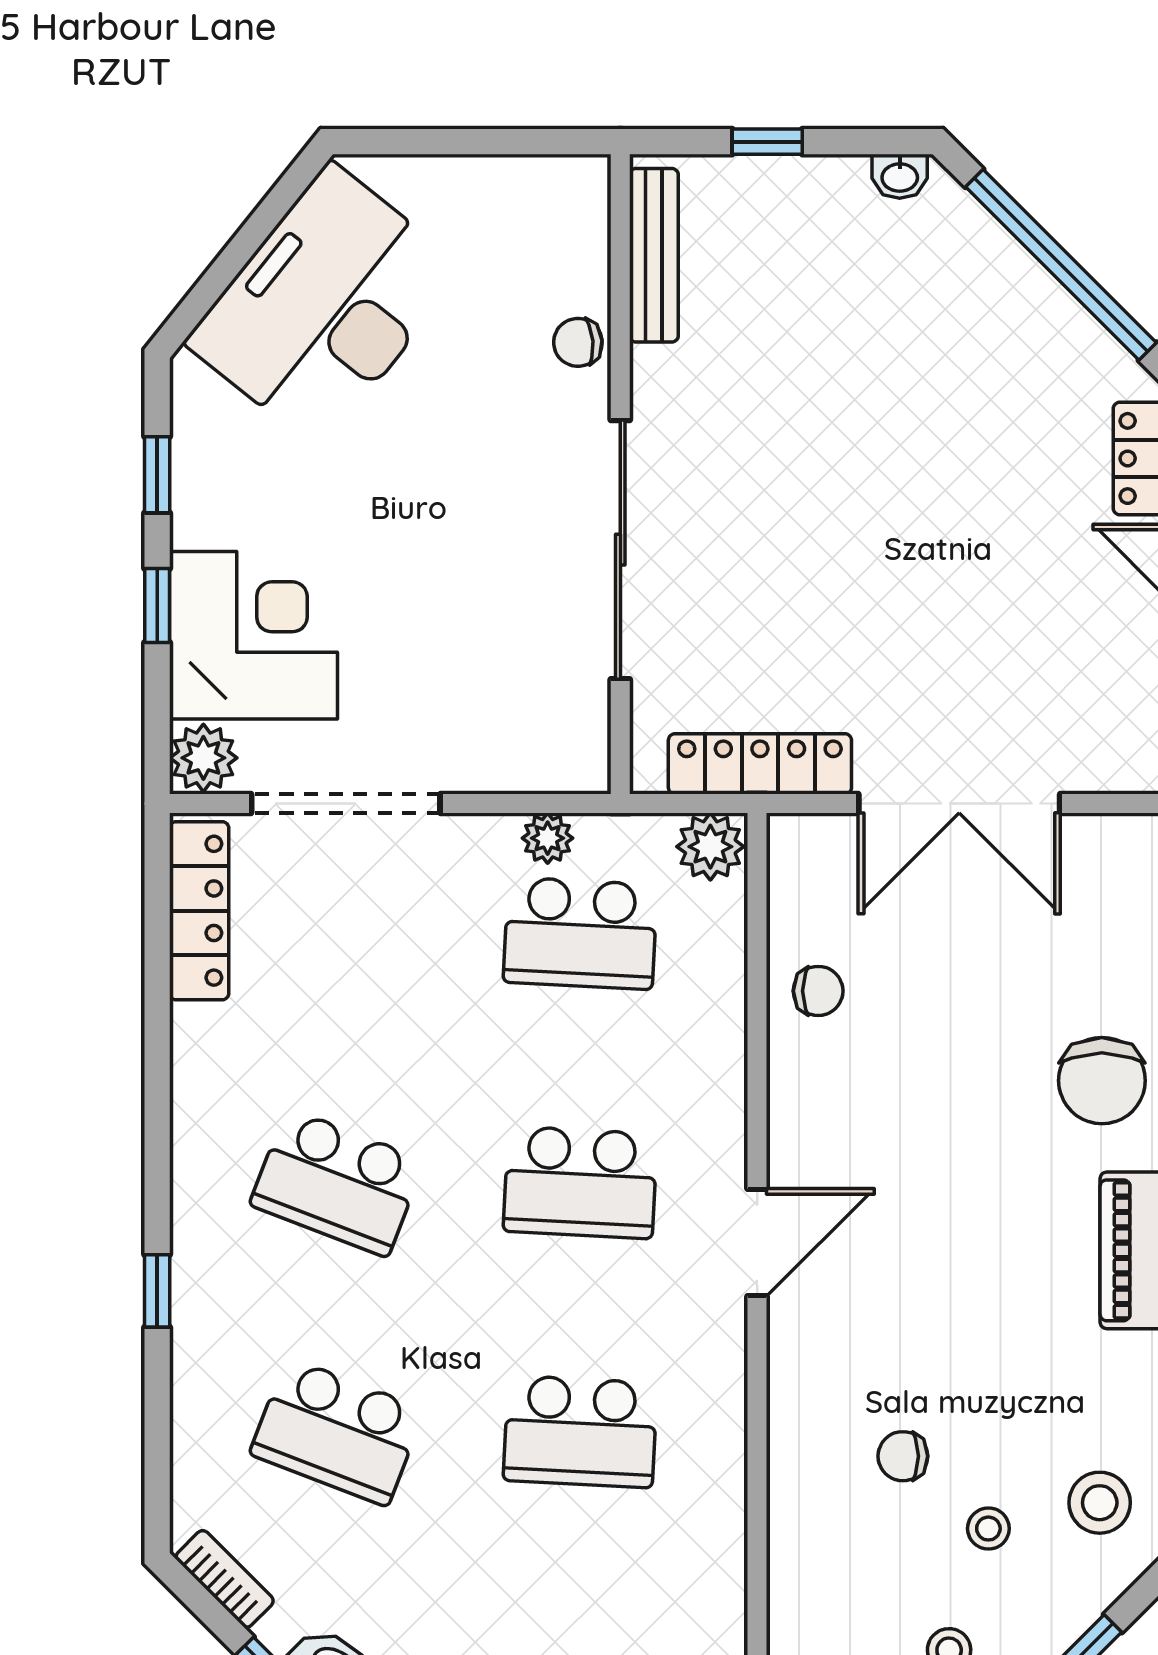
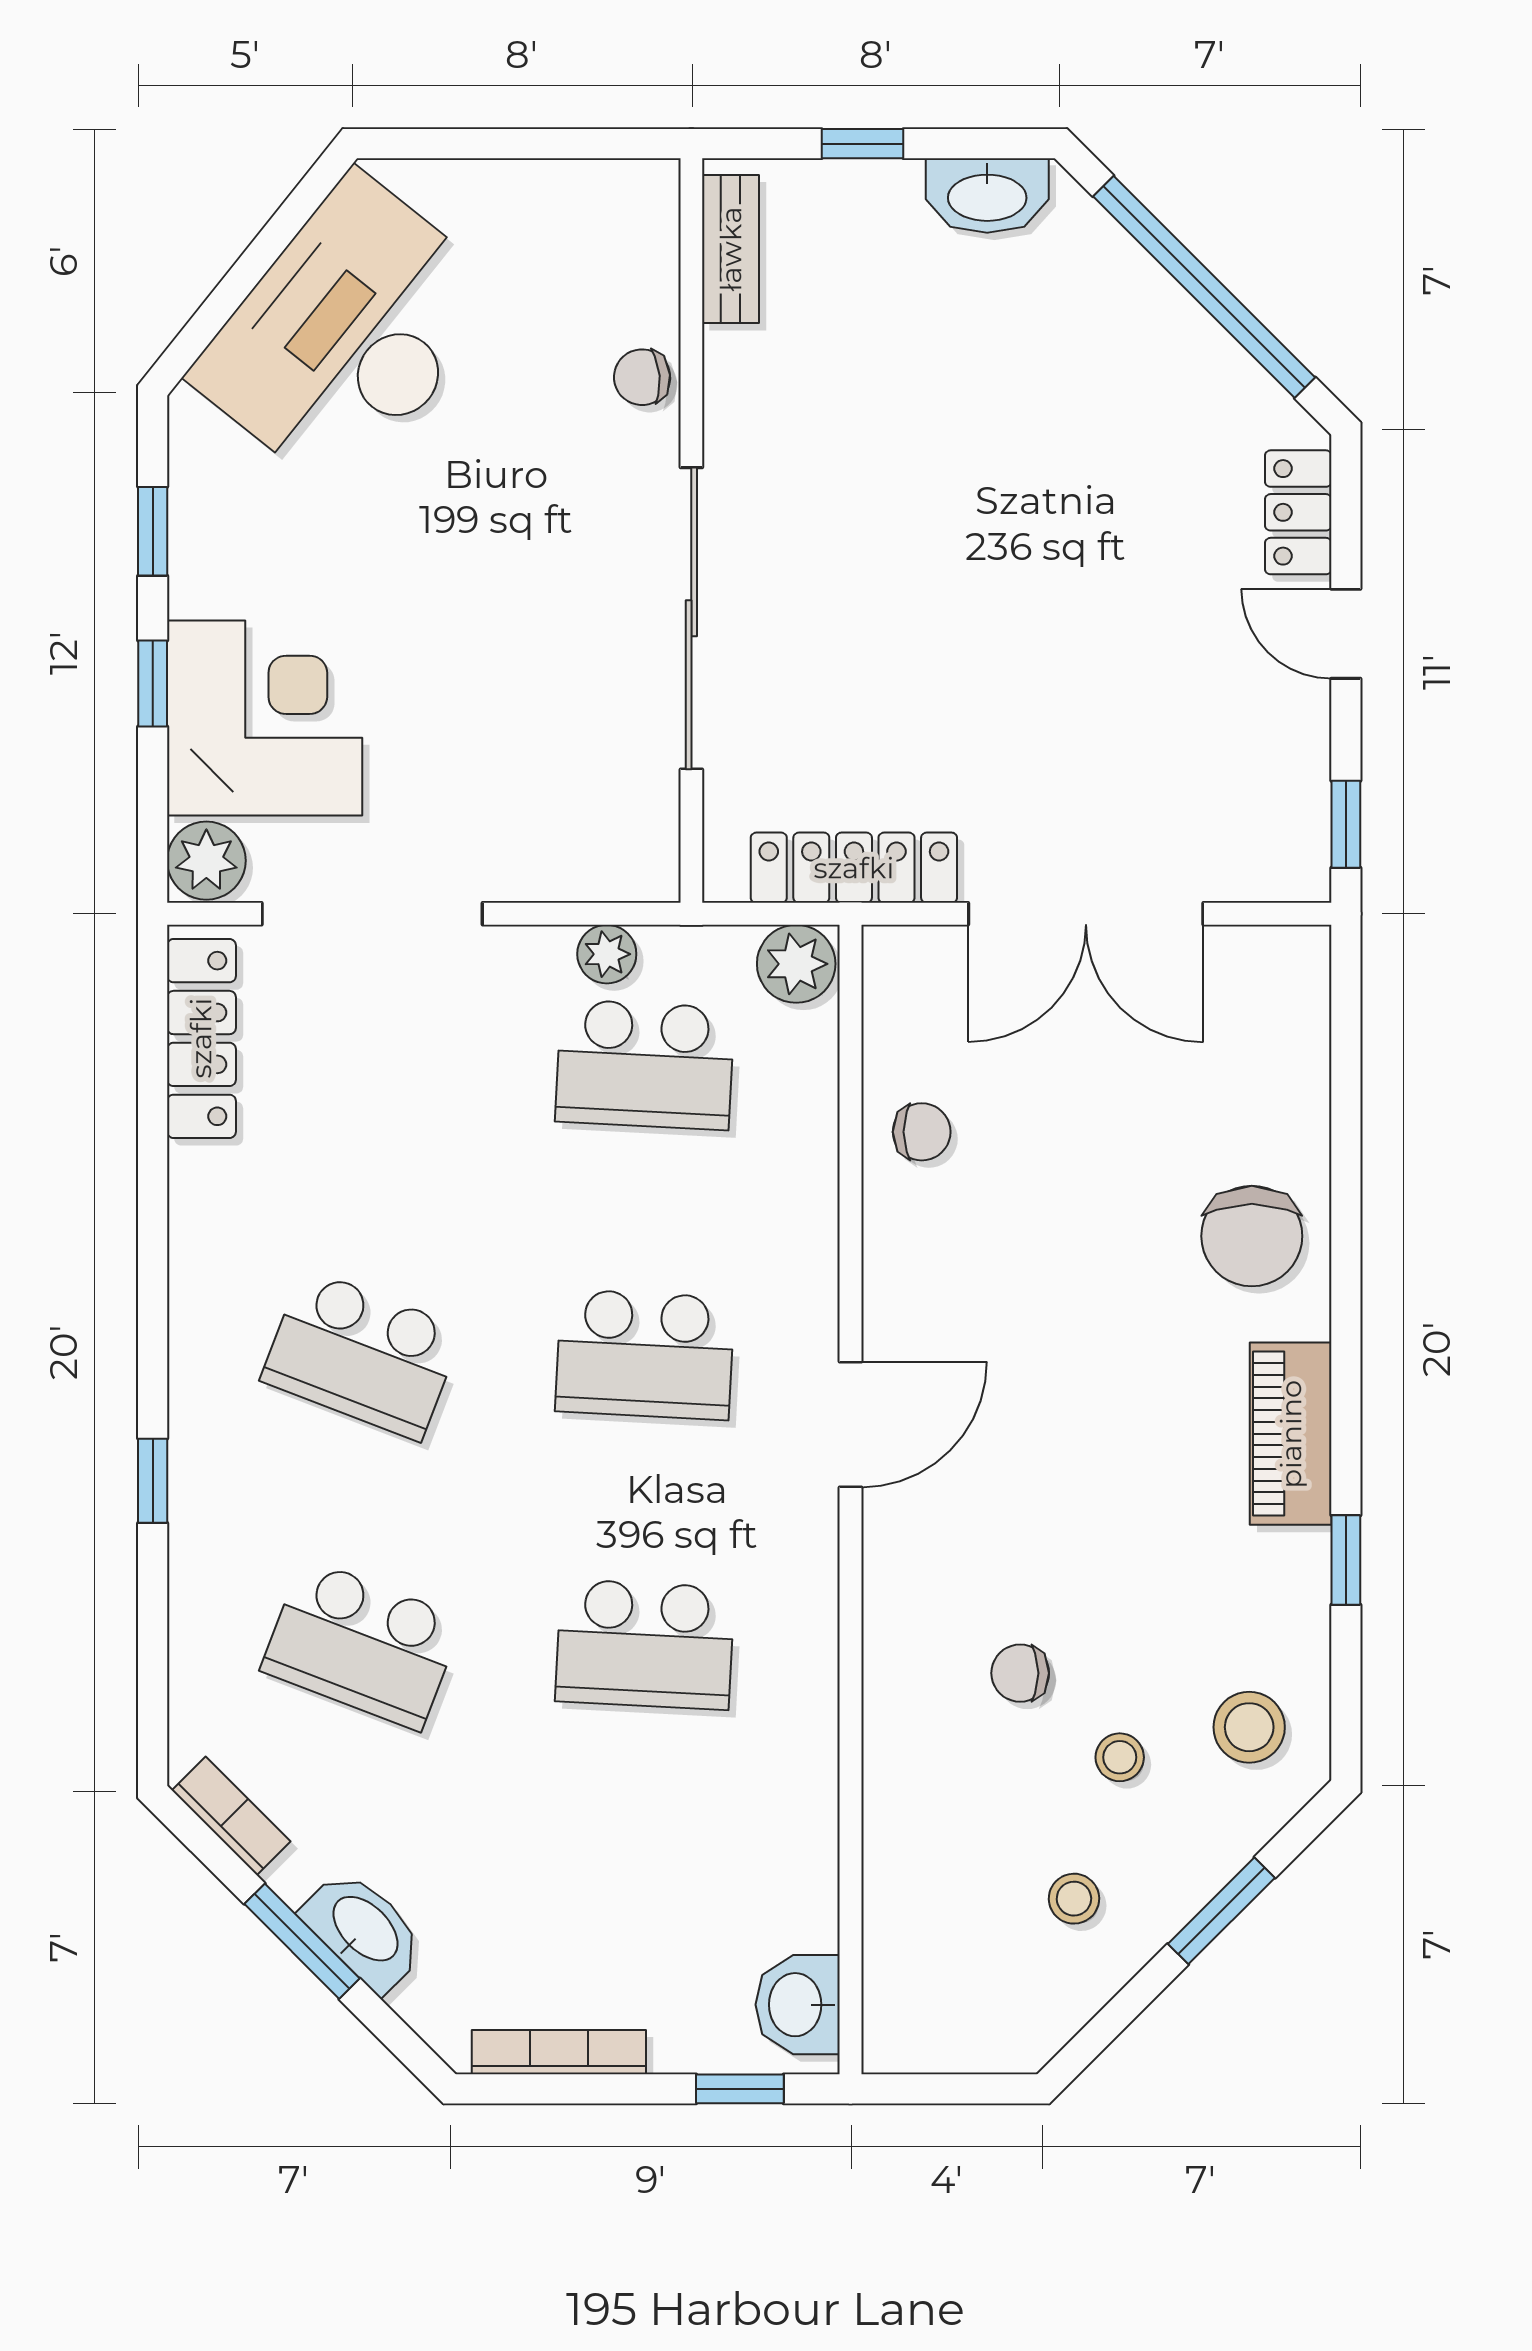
washbasin: (900, 176) -> (987, 196), width x1.91, depth x1.45
bench: (654, 255) -> (731, 249), width x0.73

